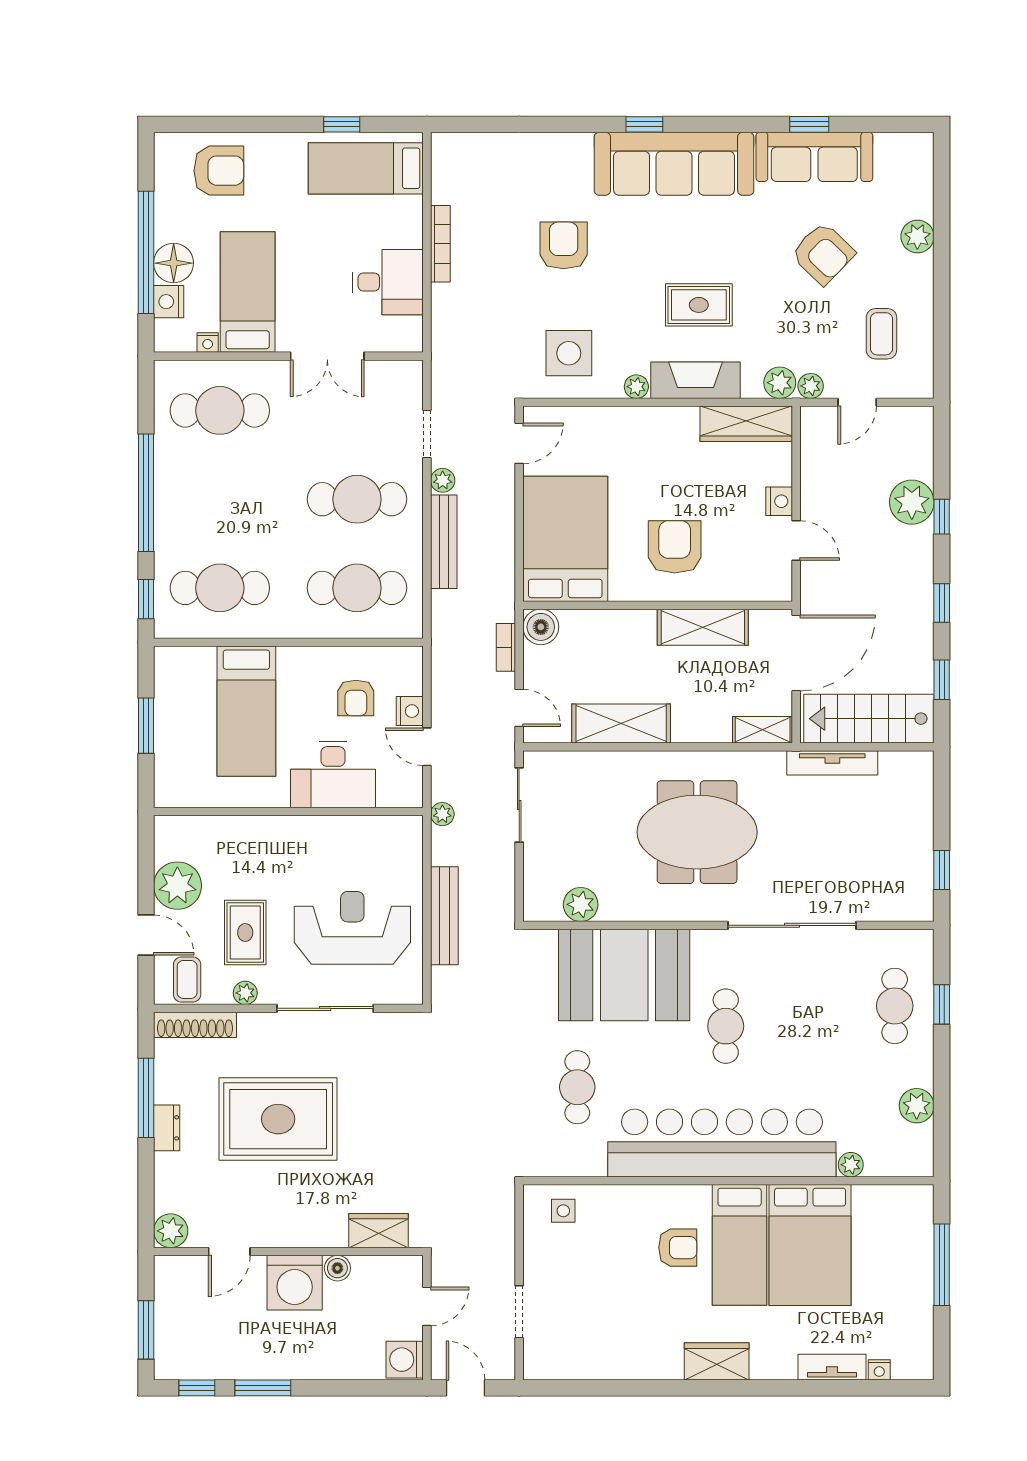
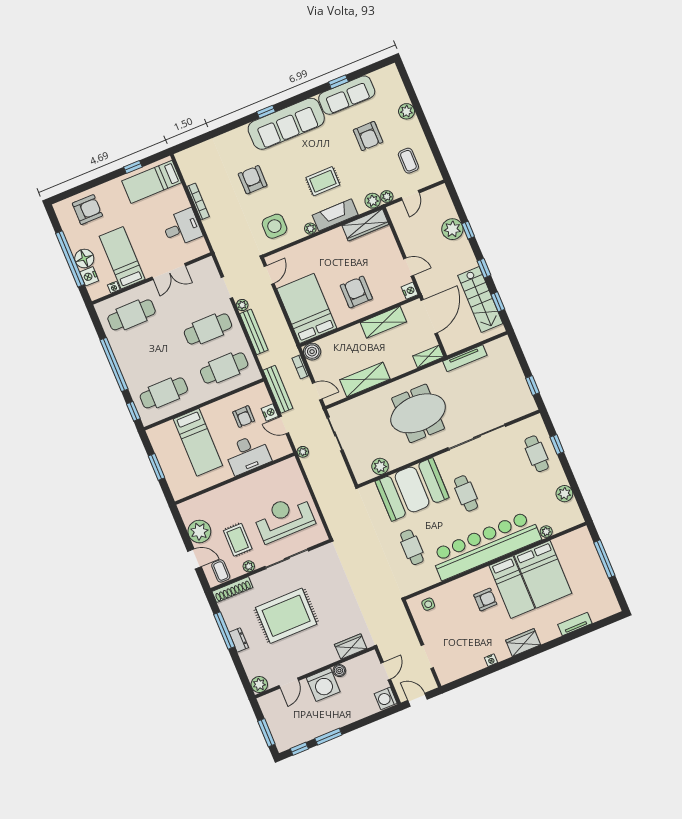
armchair: (823, 253) -> (368, 136), turned 46
nightstand: (779, 501) -> (410, 291), moved
stairs: (869, 719) -> (480, 299), moved, turned -90
bench: (444, 916) -> (278, 389), moved
nightstand: (879, 1370) -> (491, 660), moved

